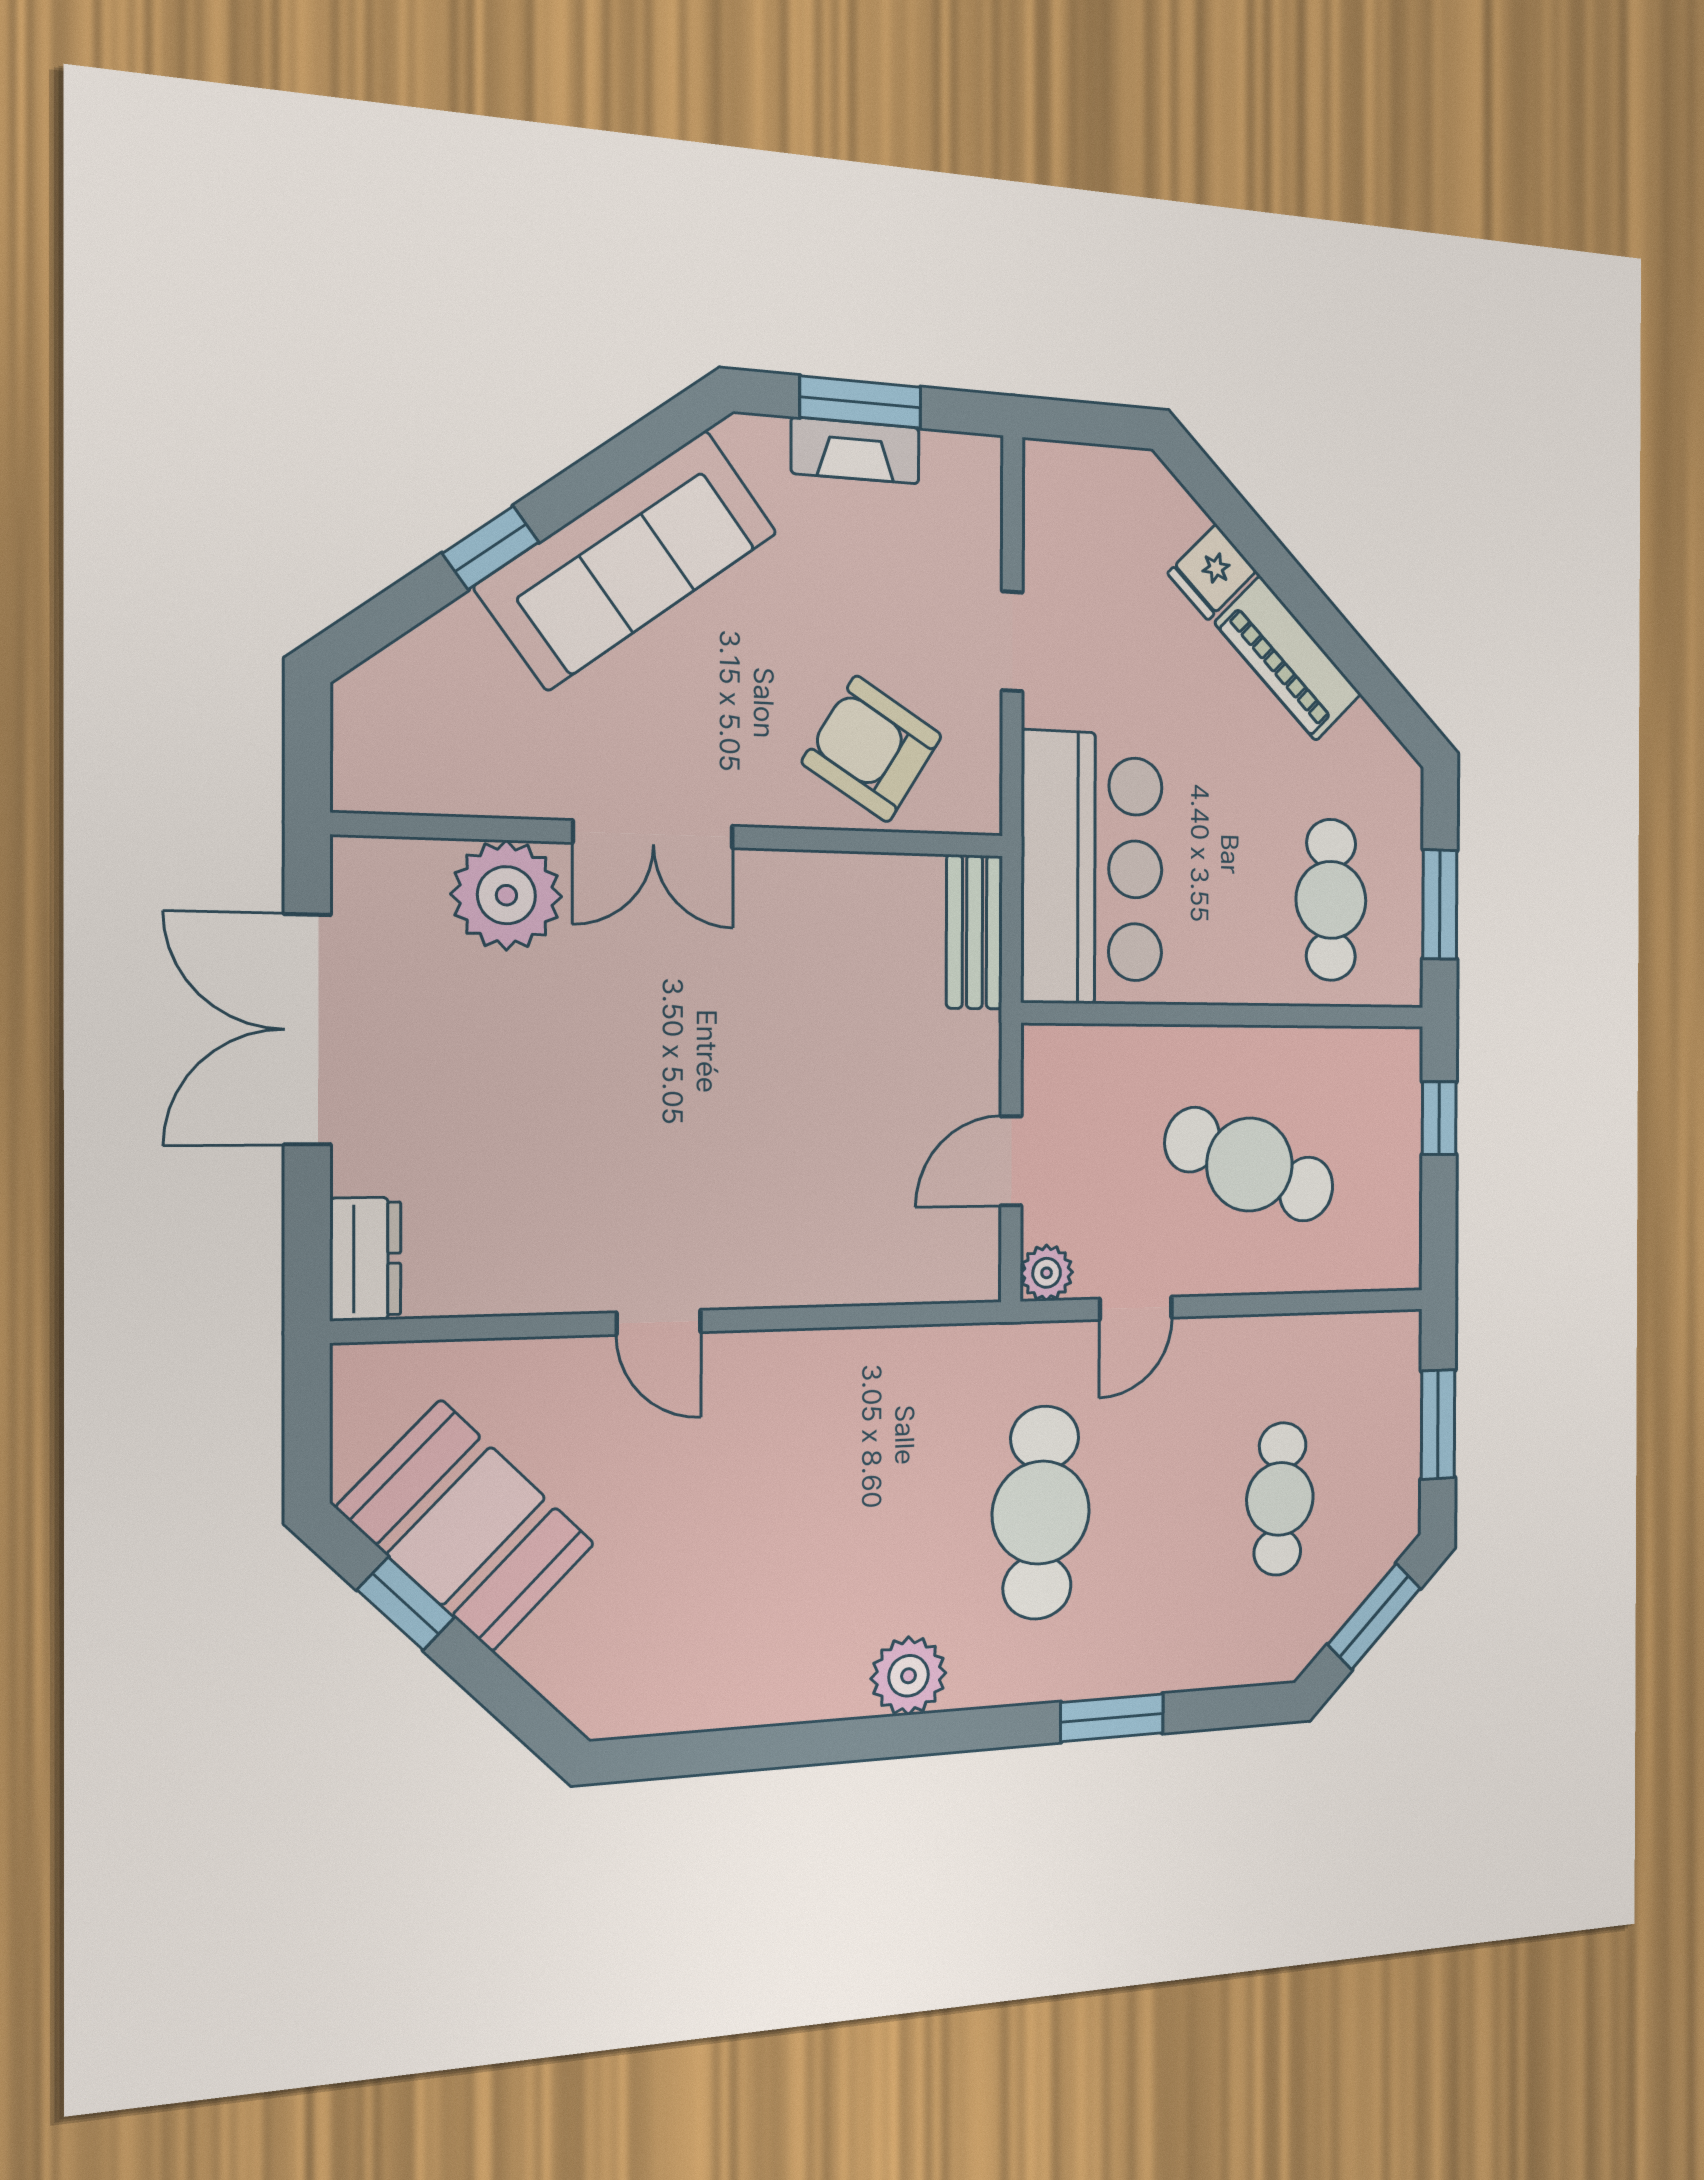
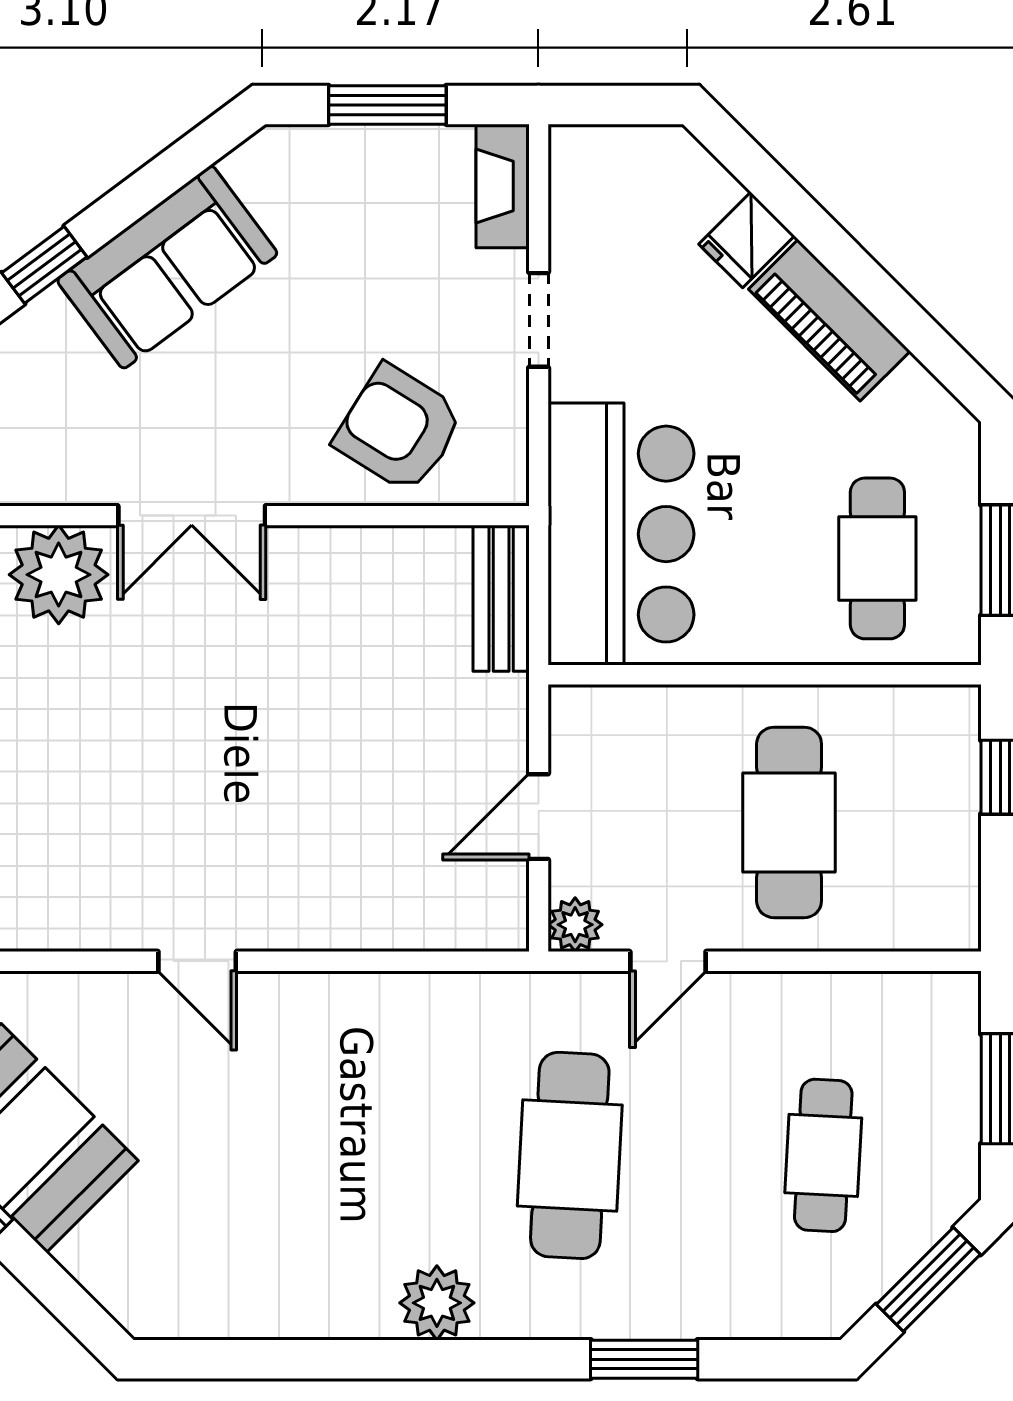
fireplace: (855, 451) -> (503, 186), moved, turned 90
sofa: (627, 560) -> (167, 267), width x0.73
cafe table: (1250, 1165) -> (789, 822), turned 68

